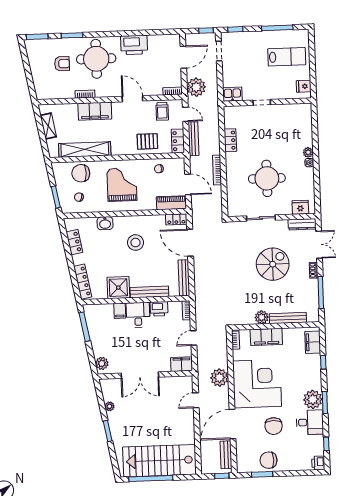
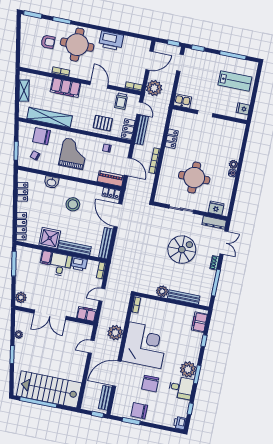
filing cabinet: (266, 337) -> (162, 308), removed

